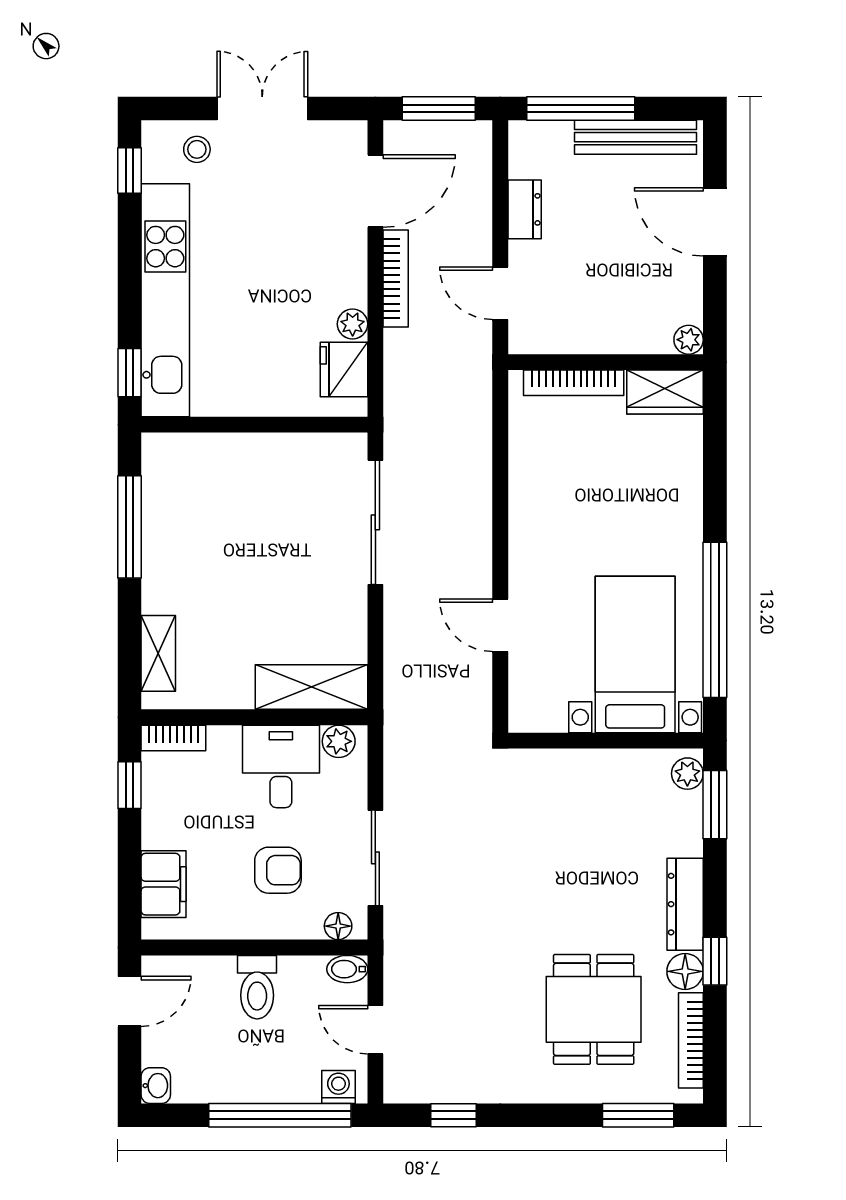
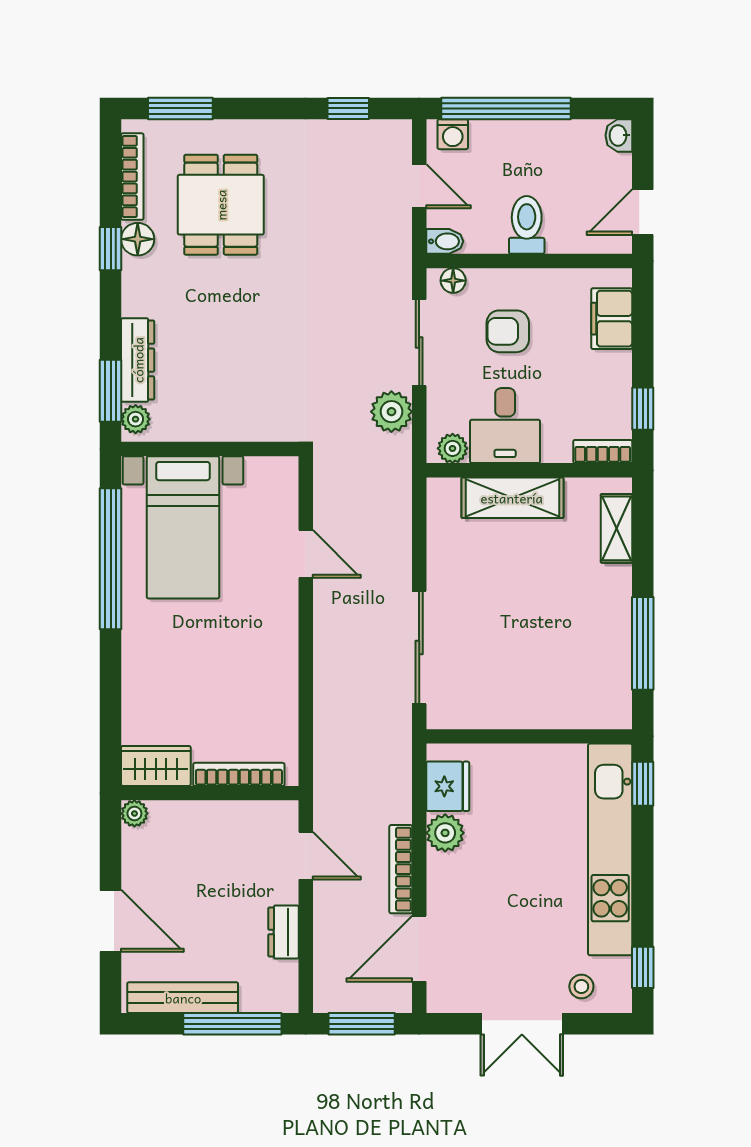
plant: (353, 324) -> (445, 833), width x1.38, depth x1.38
shelving: (311, 687) -> (512, 498), moved
plant: (406, 782) -> (391, 412), added
dresser: (685, 904) -> (138, 360), moved

